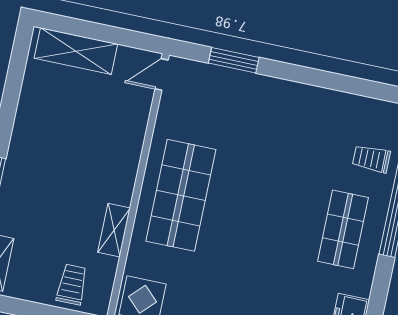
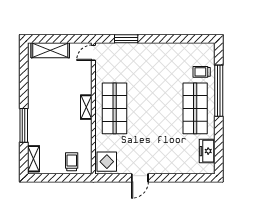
shop shelf: (343, 229) -> (195, 108), width x1.43, depth x1.36
shelving: (114, 230) -> (86, 107), moved

